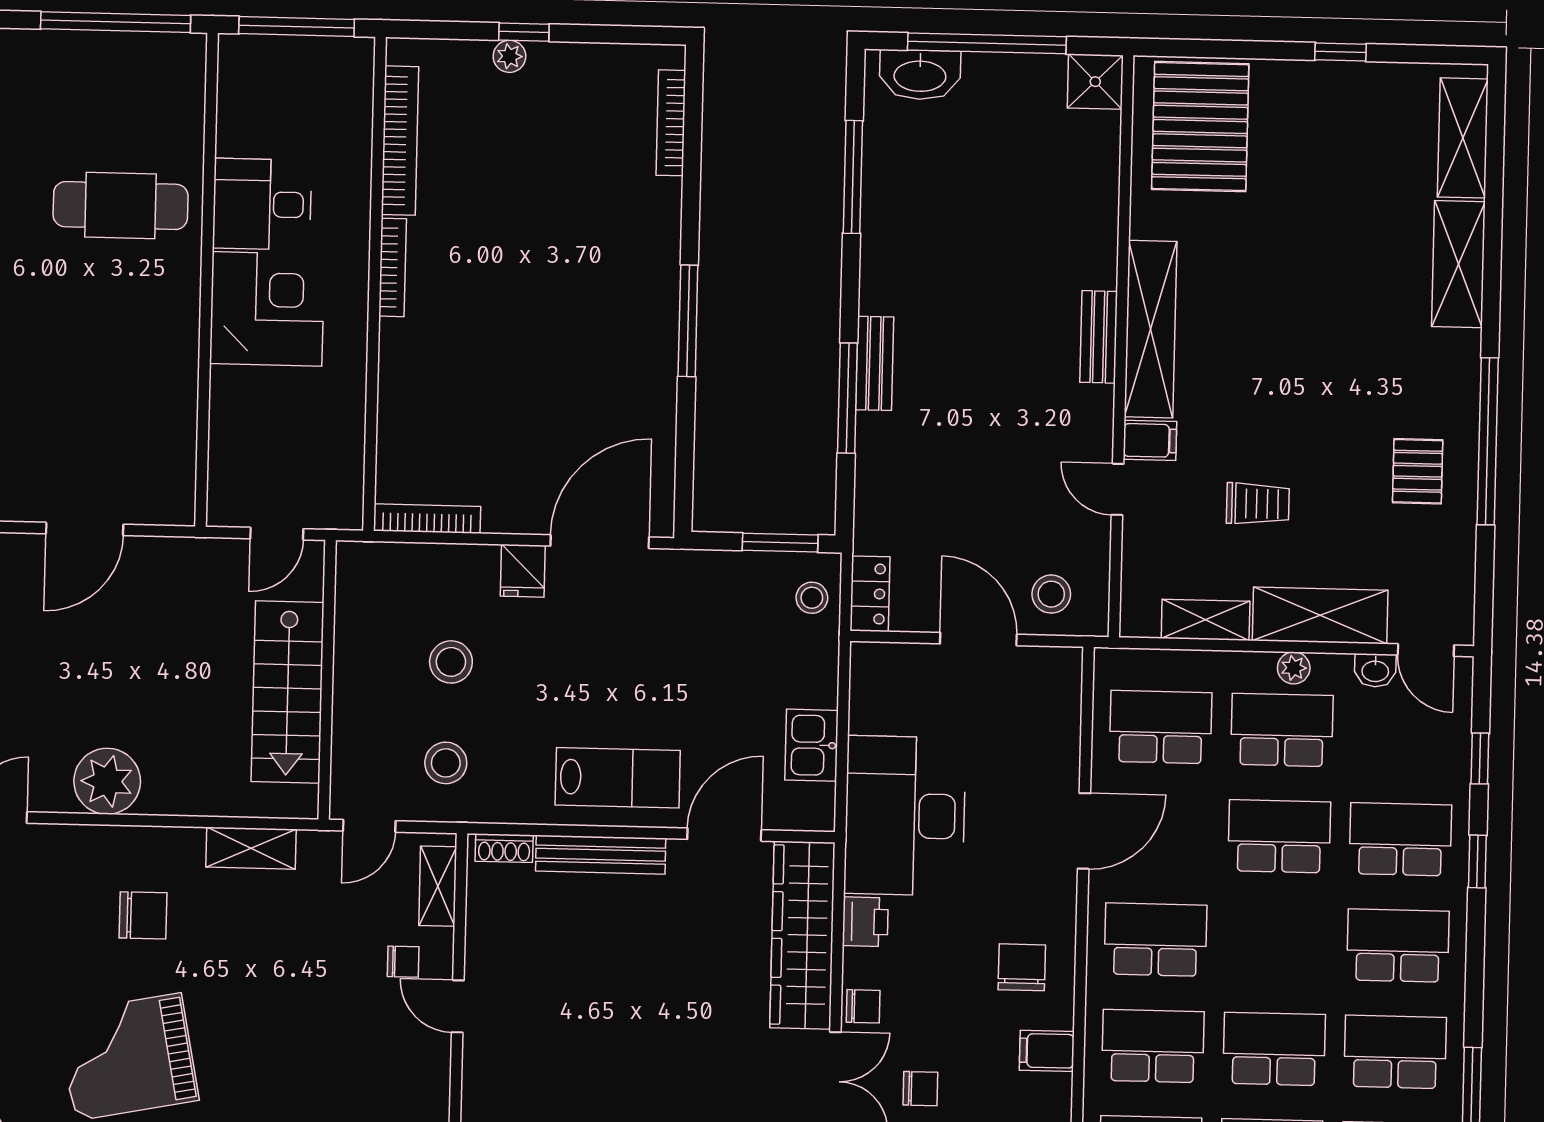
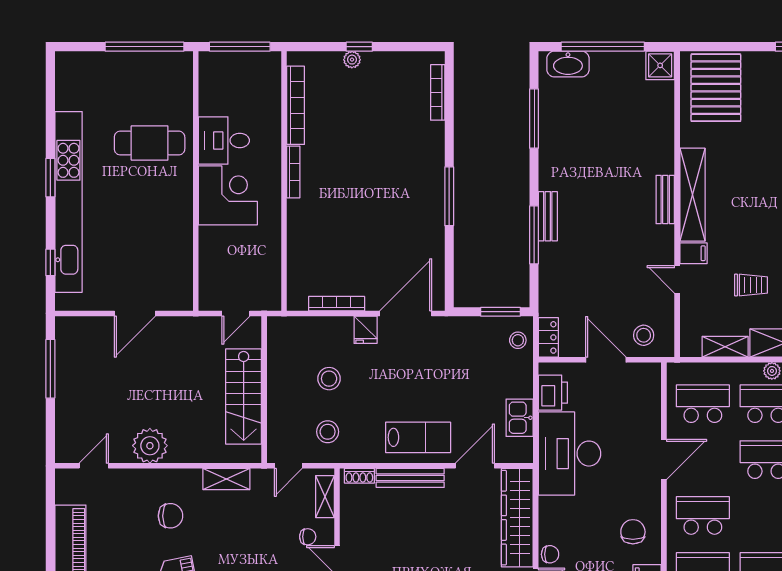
bookcase: (427, 519) -> (337, 304), moved
printer: (865, 922) -> (553, 393), moved, width x1.36, depth x1.24

